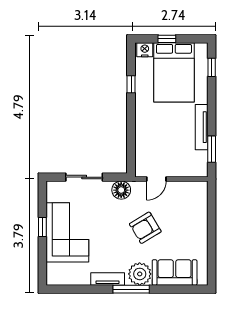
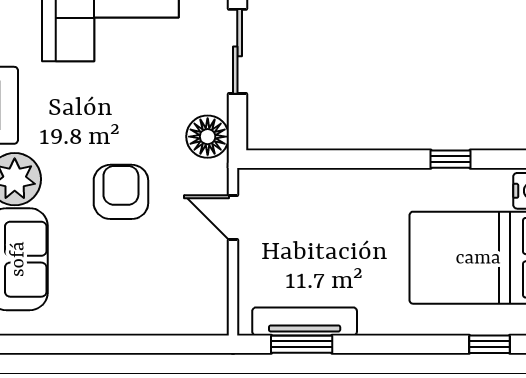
tv unit: (202, 127) -> (305, 321), moved
armchair: (145, 228) -> (121, 192), turned 31

